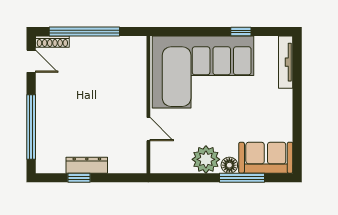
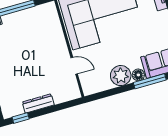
window: (79, 178) -> (21, 118), moved

